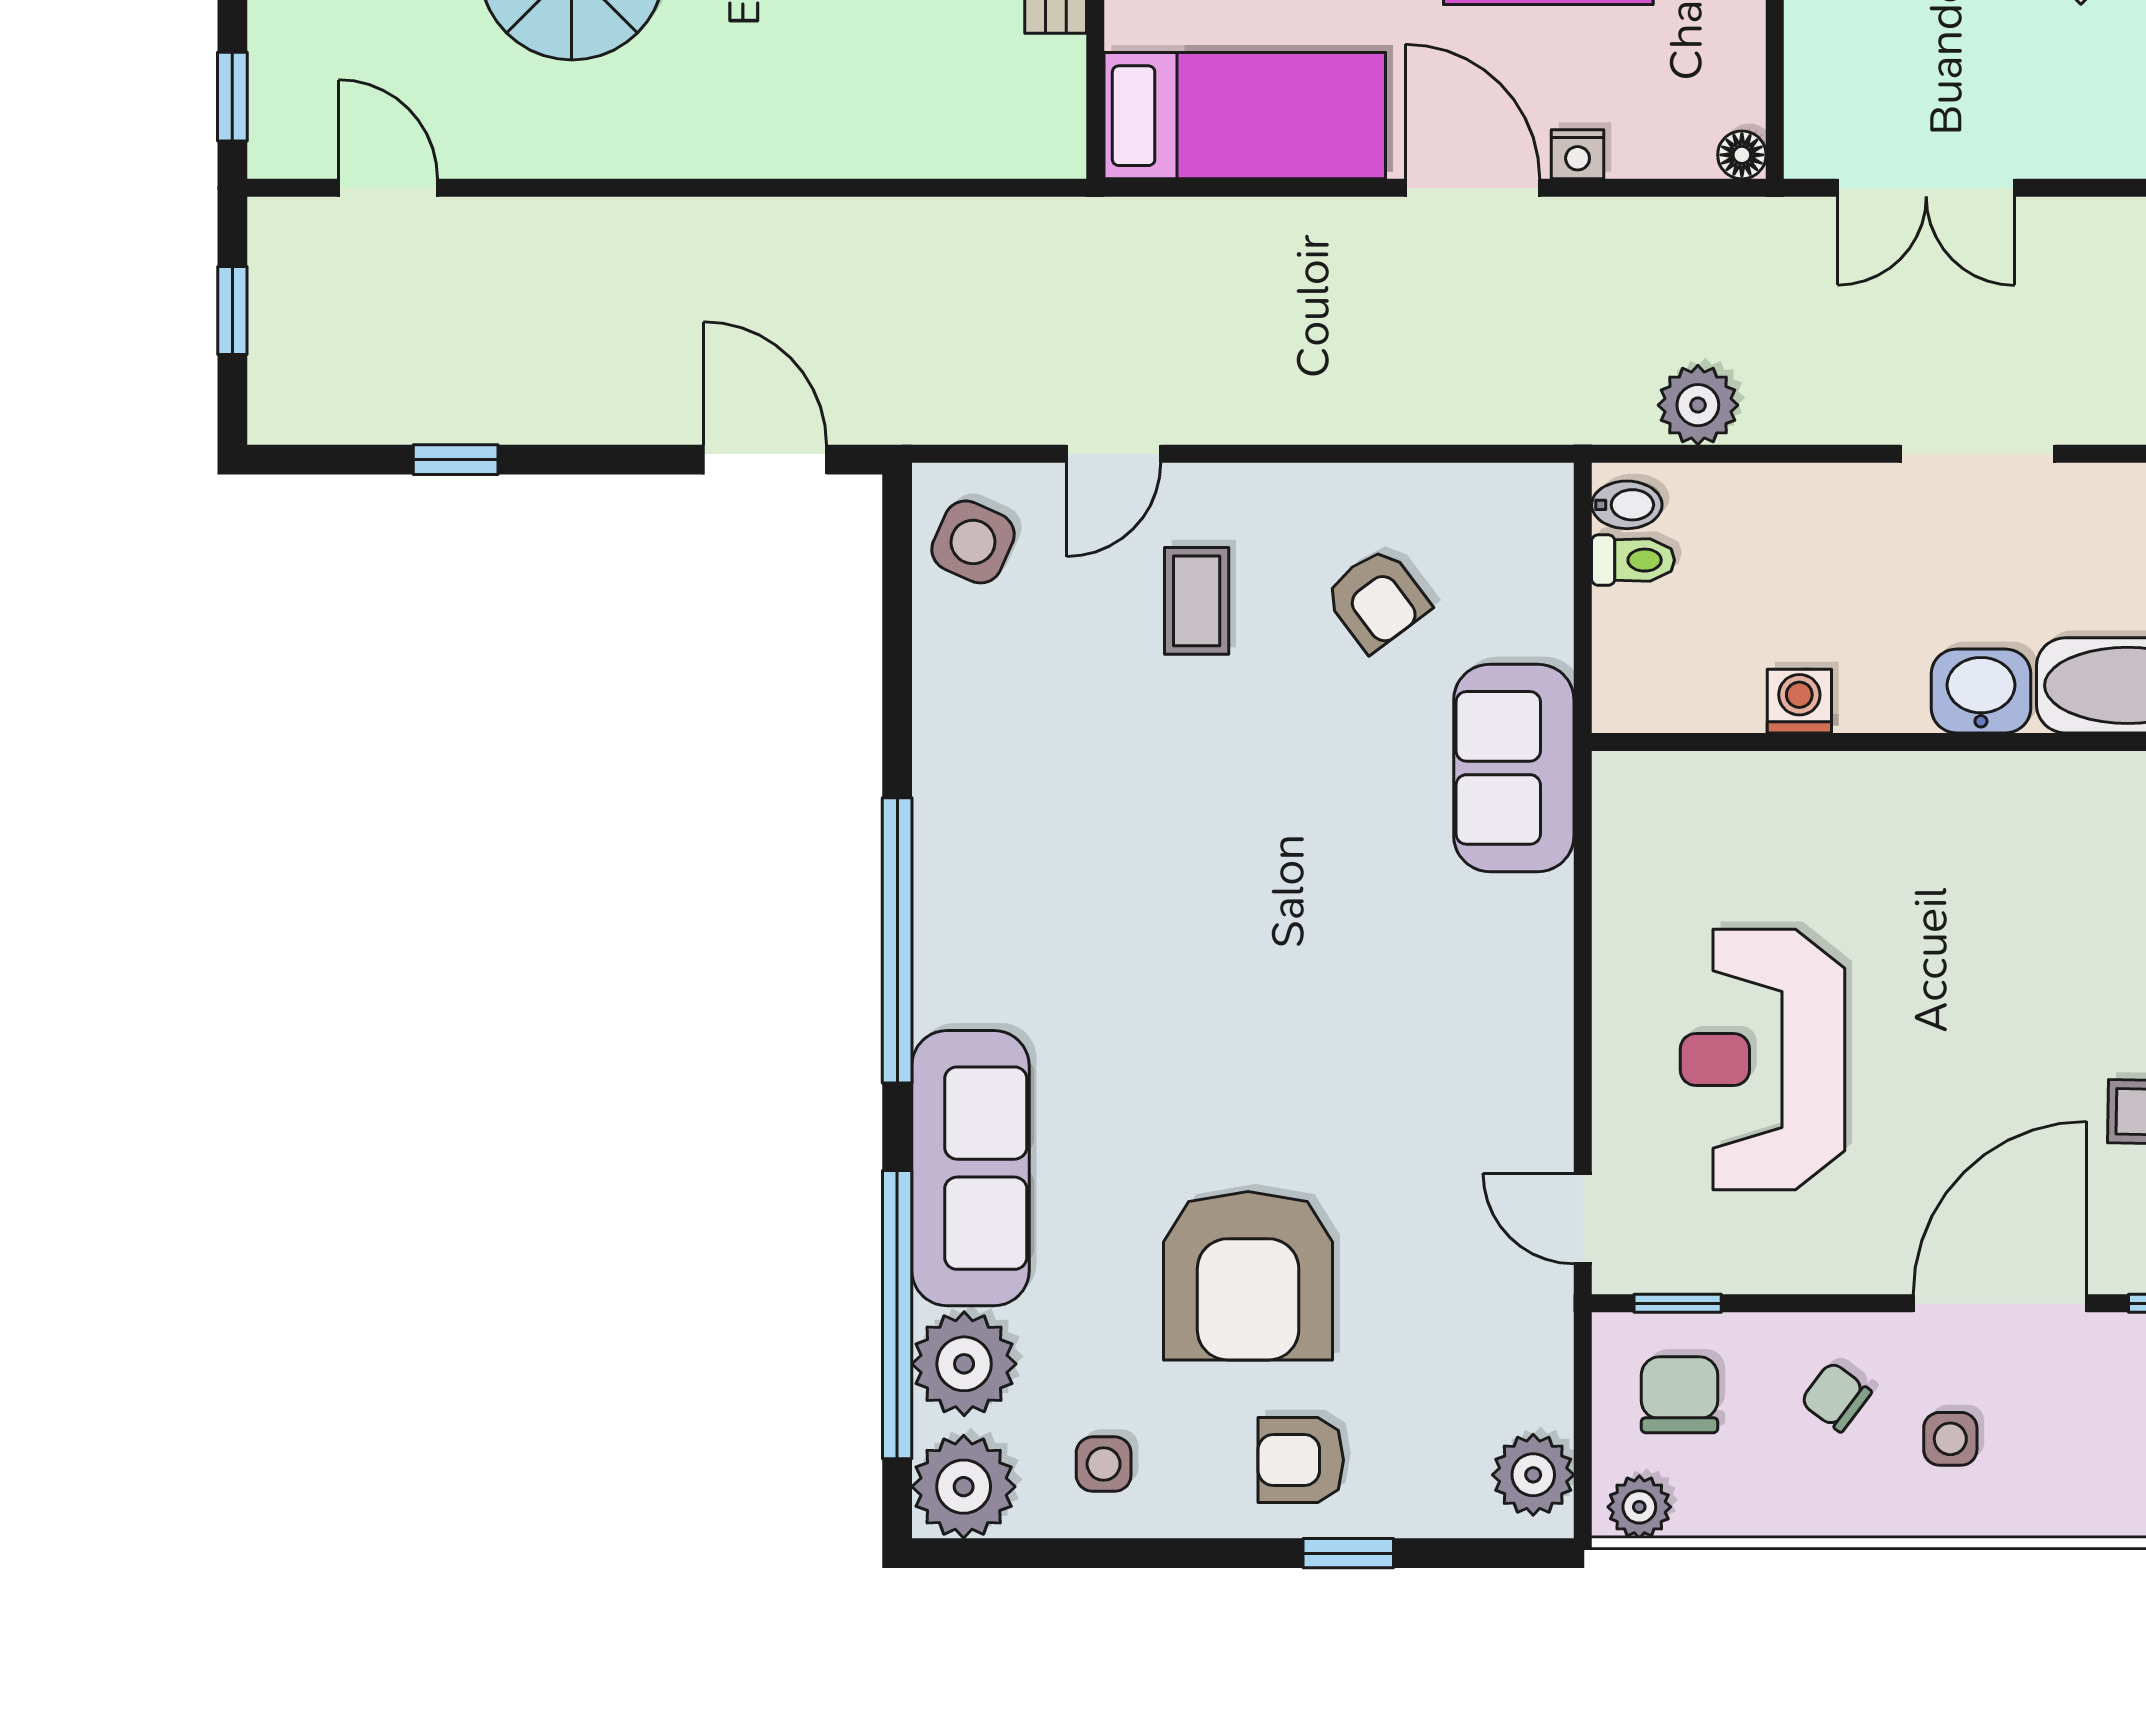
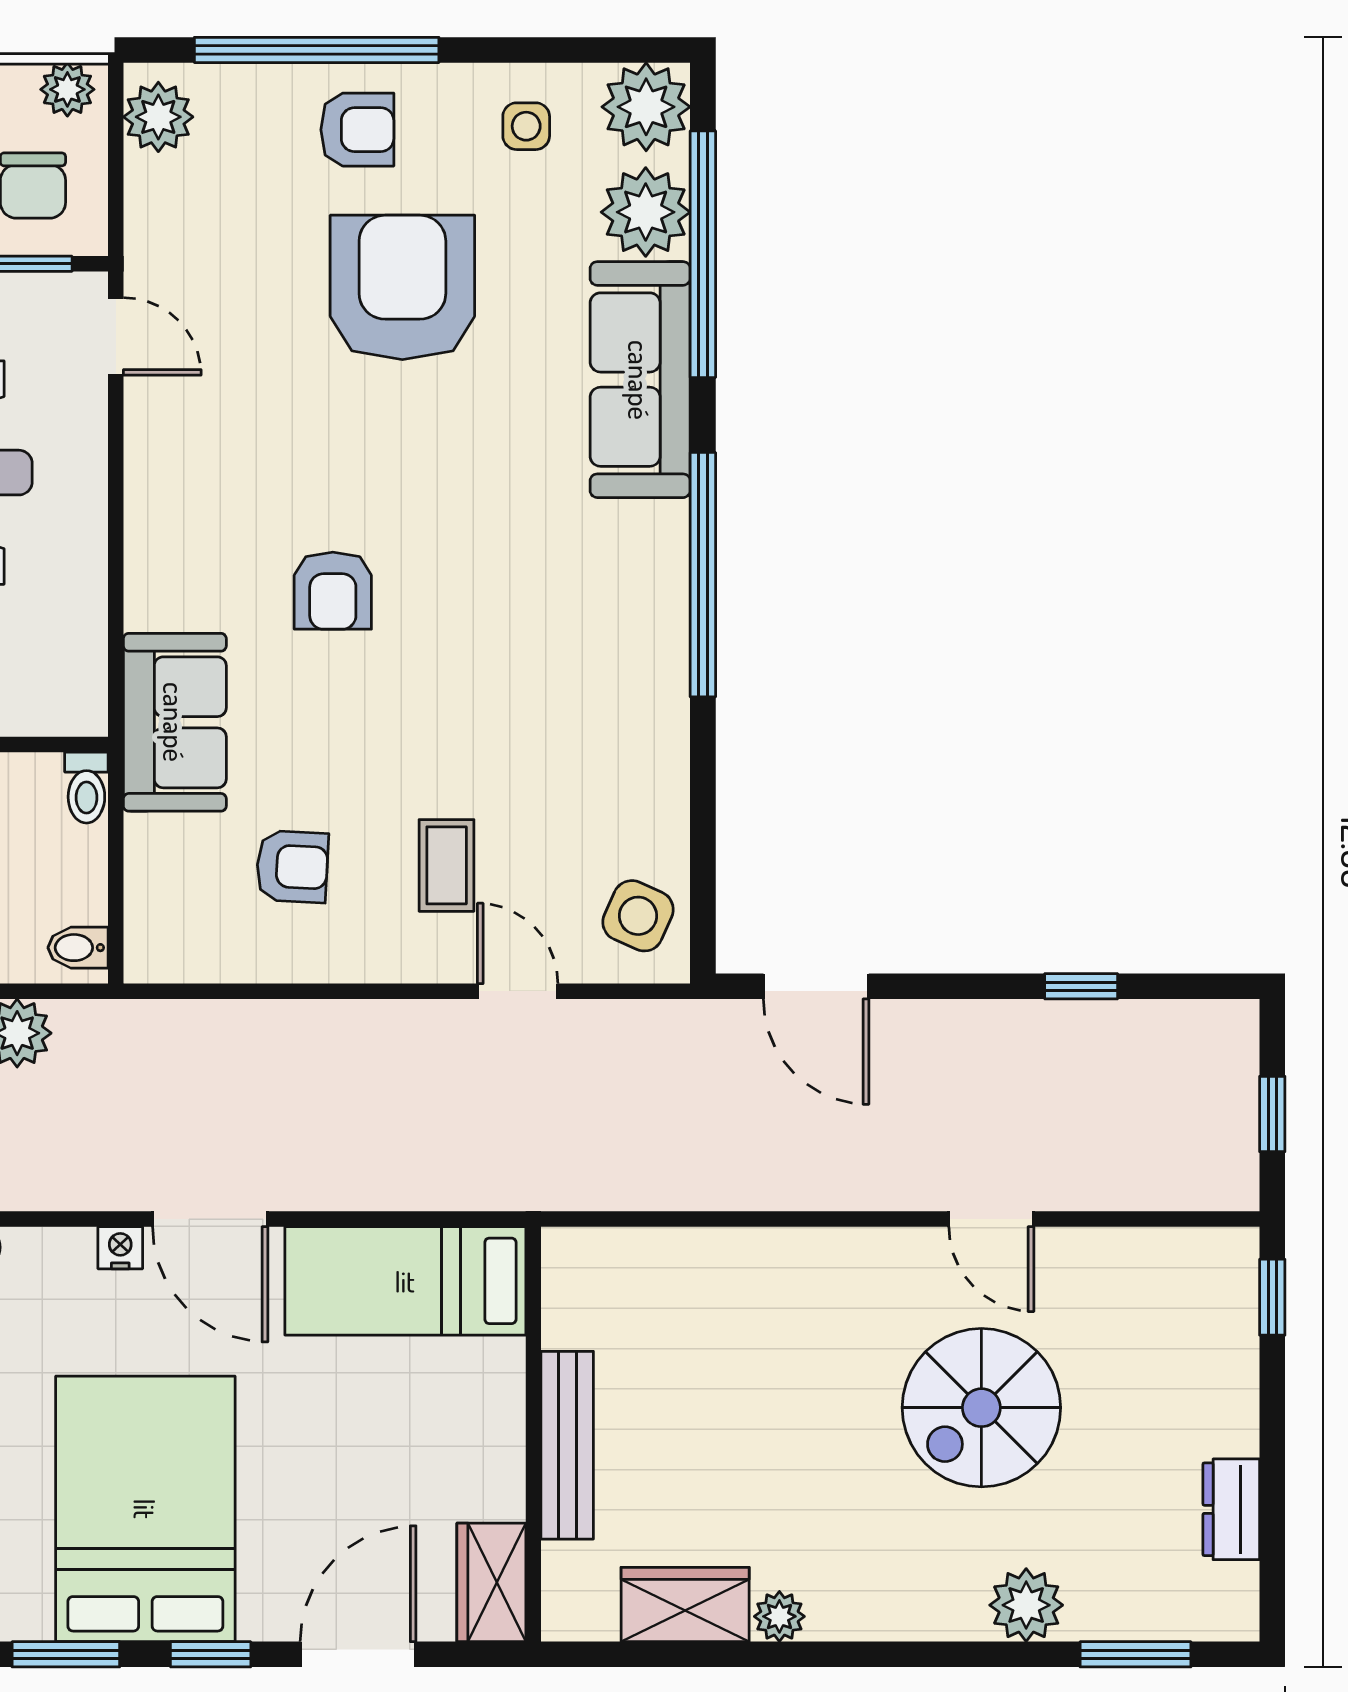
door: (388, 188) -> (991, 1219), moved
door: (1114, 454) -> (518, 991), hinge flipped
toilet: (1633, 560) -> (86, 788), moved, turned -90
armchair: (1377, 599) -> (292, 867), turned 130
armchair: (1329, 922) -> (333, 591), added
window: (1348, 1553) -> (317, 50), width x3.17

